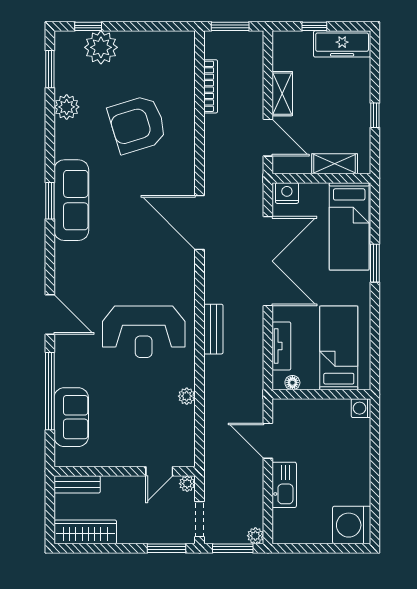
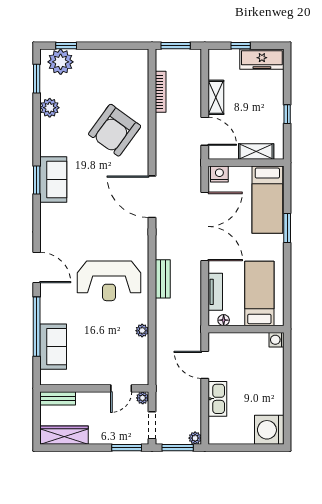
plant: (101, 47) -> (61, 62), moved
armchair: (137, 124) -> (115, 130), moved, turned -37
sofa: (71, 200) -> (53, 179), width x0.73

